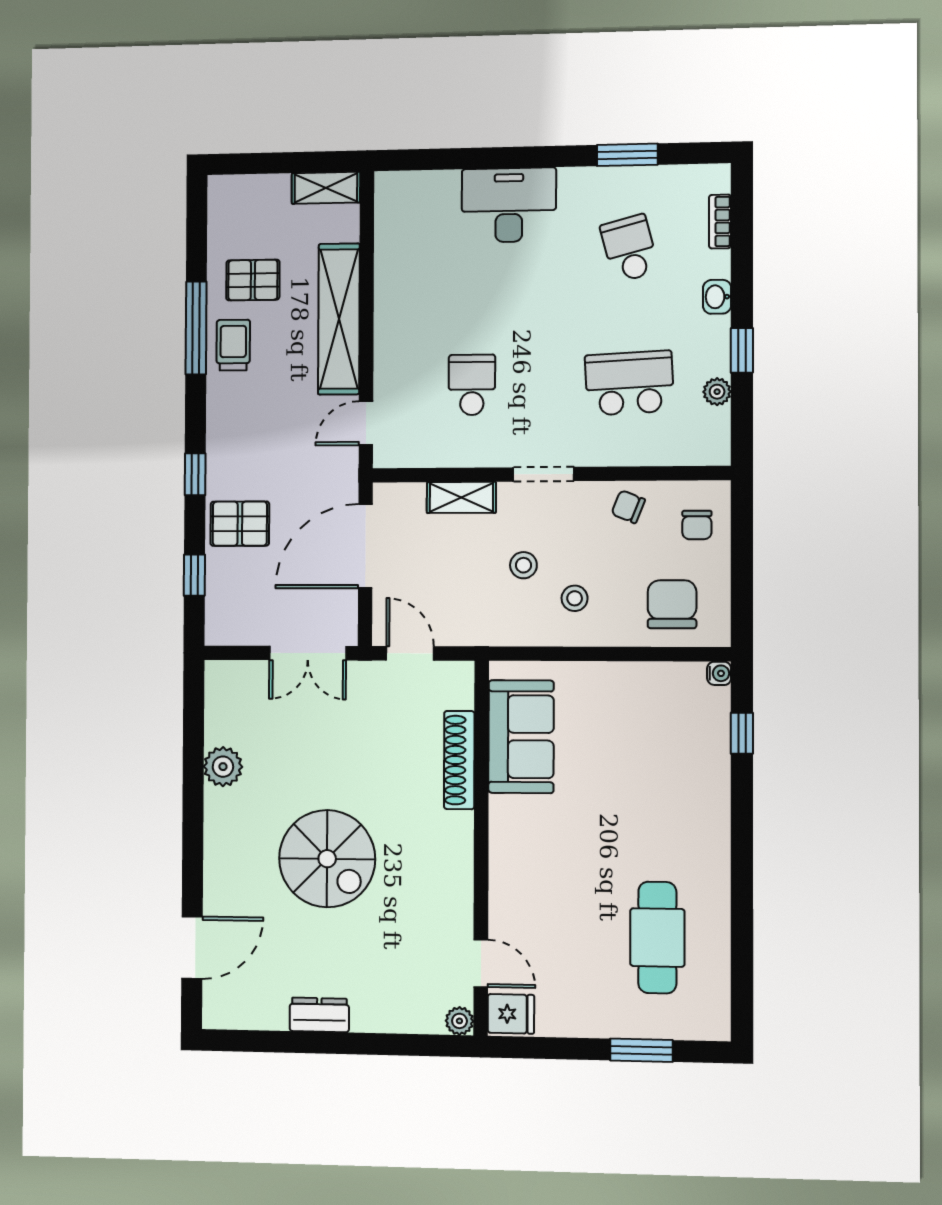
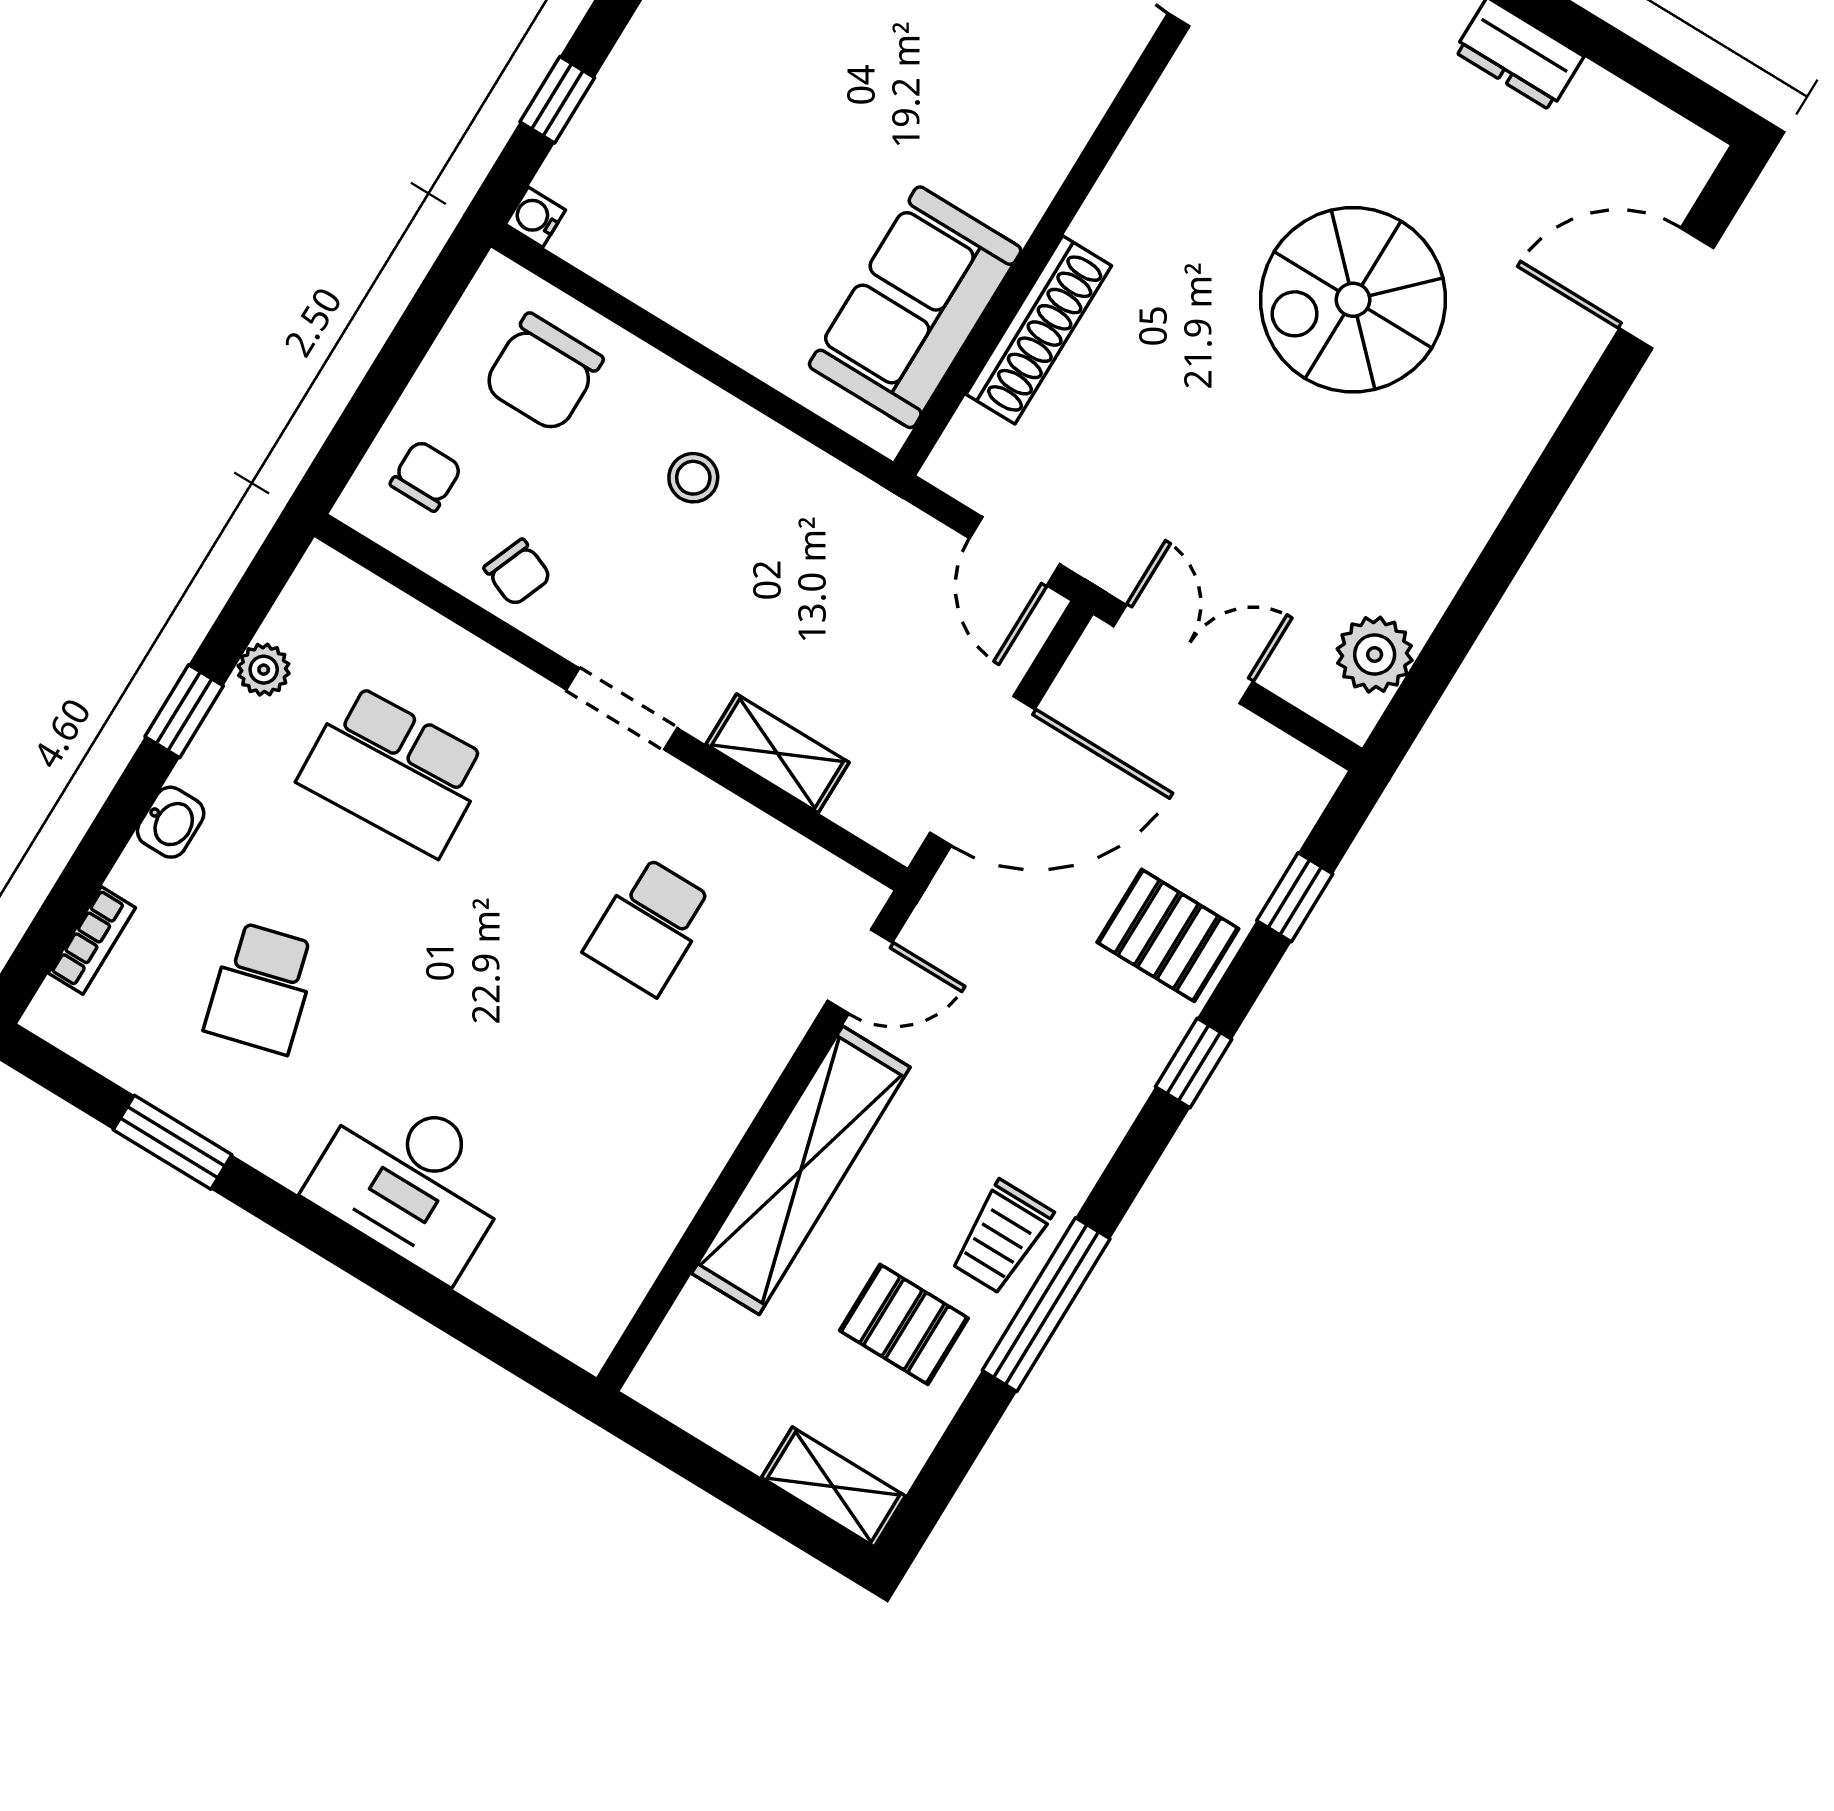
shelving: (326, 188) -> (833, 1487), moved
stool: (523, 565) -> (743, 582), removed
plant: (223, 767) -> (1375, 655), moved
spiral stairs: (327, 859) -> (1353, 300), turned -90

